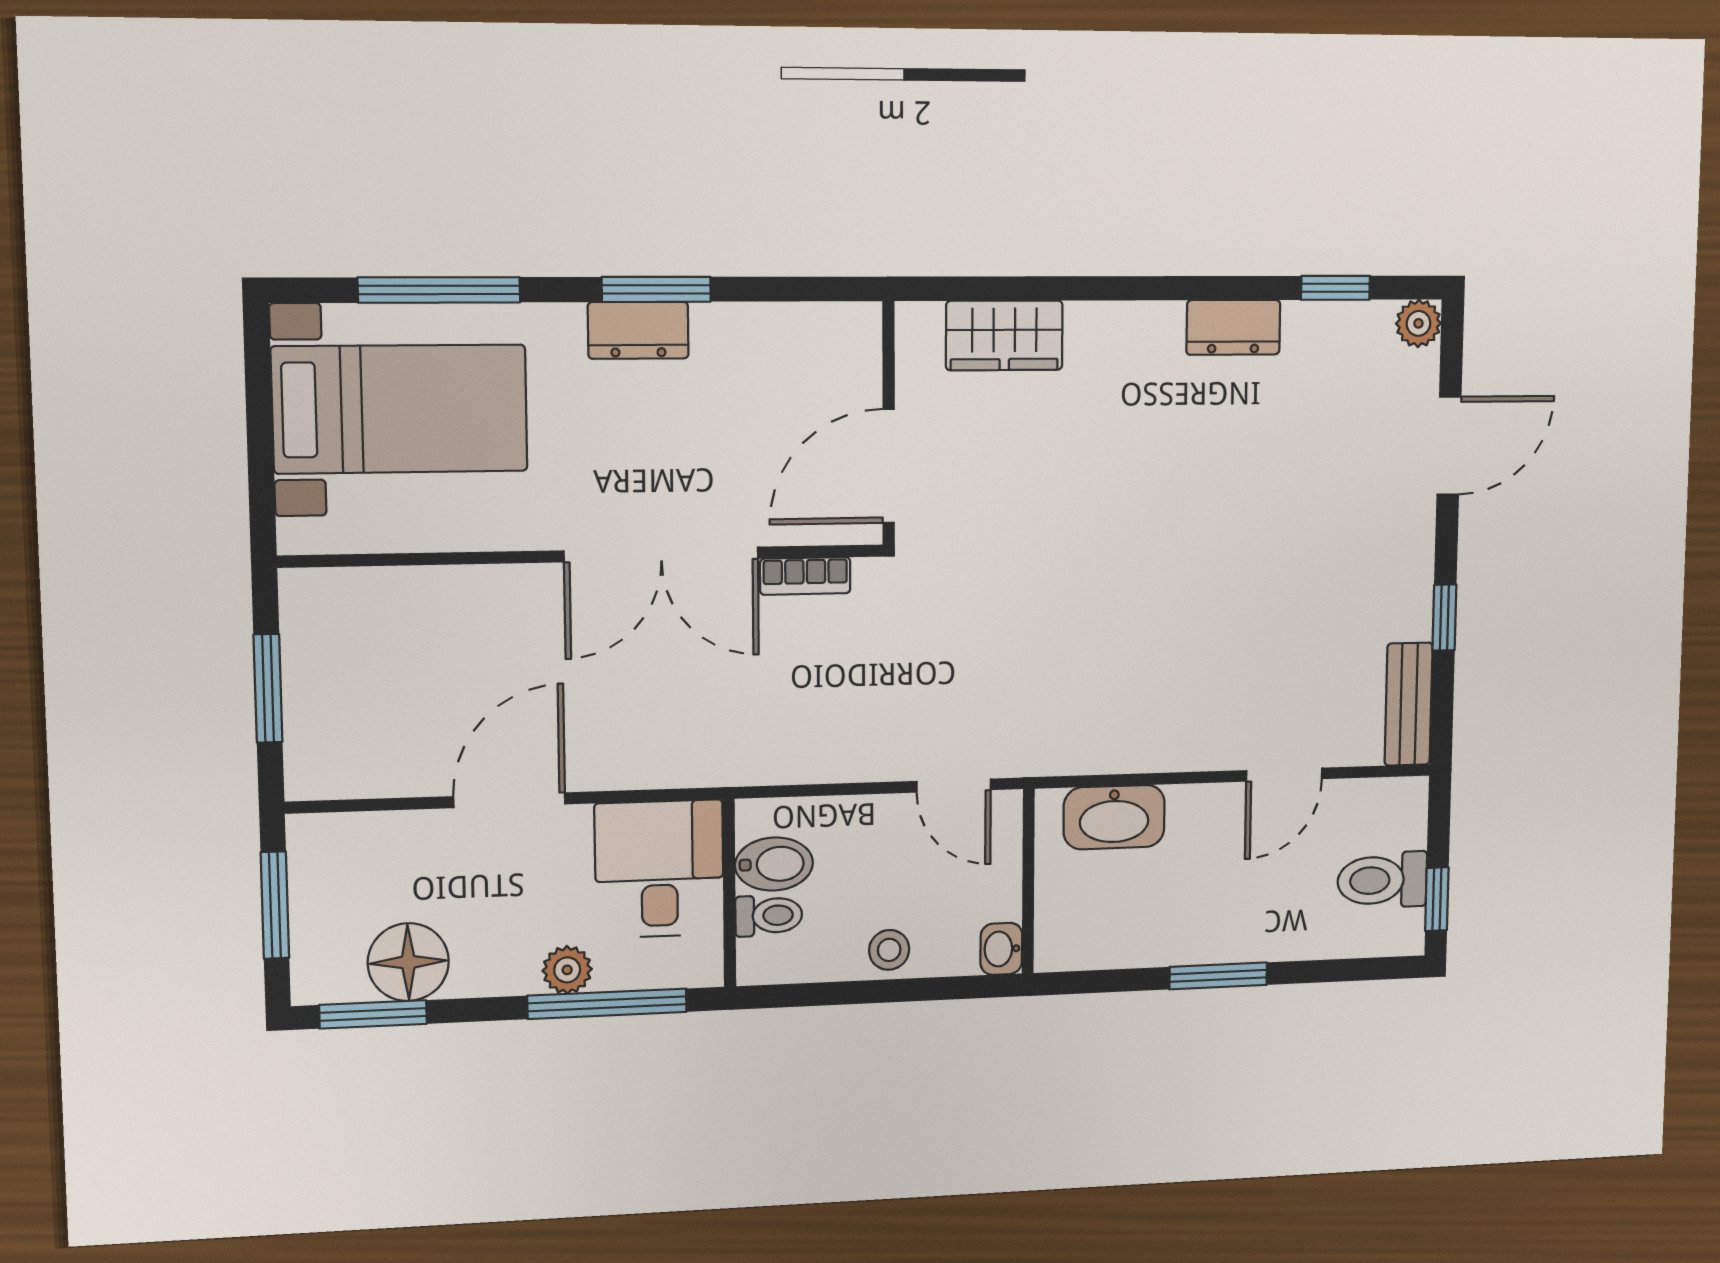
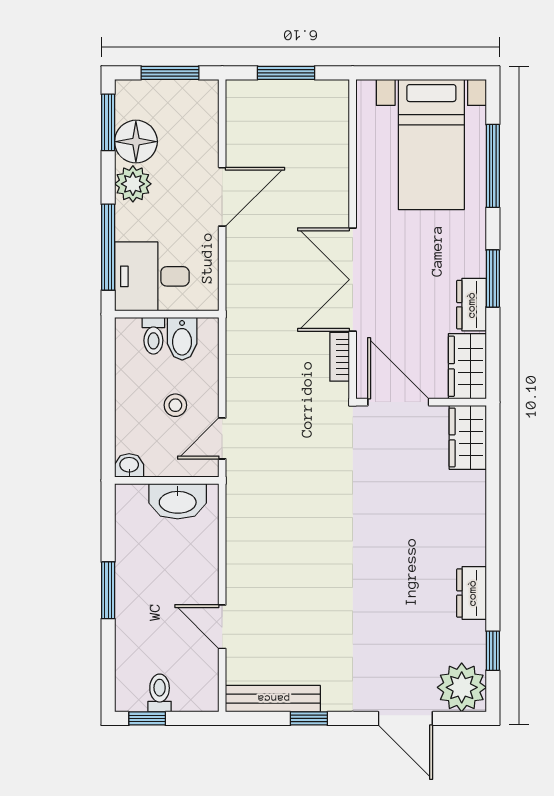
plant: (1418, 323) -> (462, 687), width x1.88, depth x1.88
dresser: (638, 330) -> (471, 305), moved
wardrobe: (1004, 335) -> (468, 437), moved
wardrobe: (822, 337) -> (467, 366), added
bench: (1409, 704) -> (273, 699), width x1.36
door: (509, 800) -> (222, 197), hinge flipped
washbasin: (1114, 817) -> (178, 501), moved, turned -90
desk: (659, 869) -> (152, 276), moved, turned 180
toilet: (1382, 880) -> (160, 693), width x0.73, depth x0.72
stool: (889, 950) -> (175, 405), moved
plant: (567, 970) -> (133, 184), moved, width x1.38, depth x1.38

